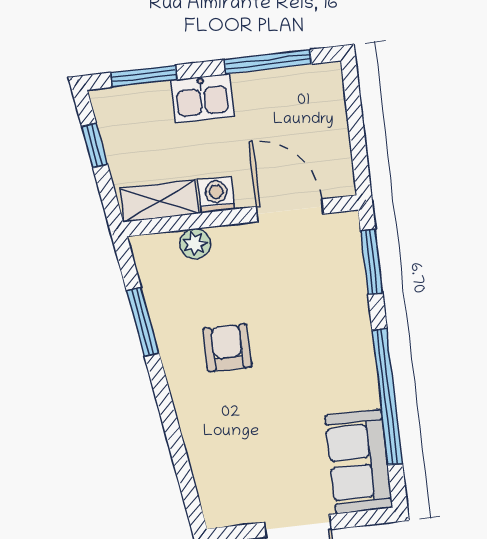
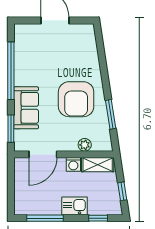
window: (144, 76) -> (98, 218), width x0.67
door: (290, 210) -> (43, 154), hinge flipped
armchair: (227, 348) -> (76, 99), width x1.88, depth x1.88
sofa: (359, 462) -> (26, 108), moved

